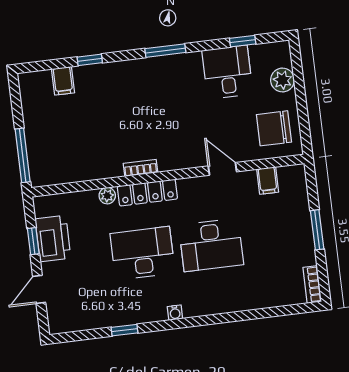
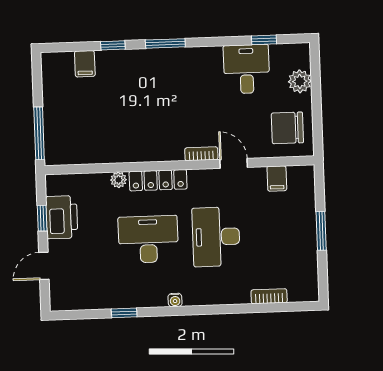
window: (165, 51) -> (165, 43), moved
bookcase: (140, 168) -> (201, 154), moved
desk: (211, 245) -> (216, 237), turned 90
bookcase: (312, 284) -> (269, 296), moved, turned 90

